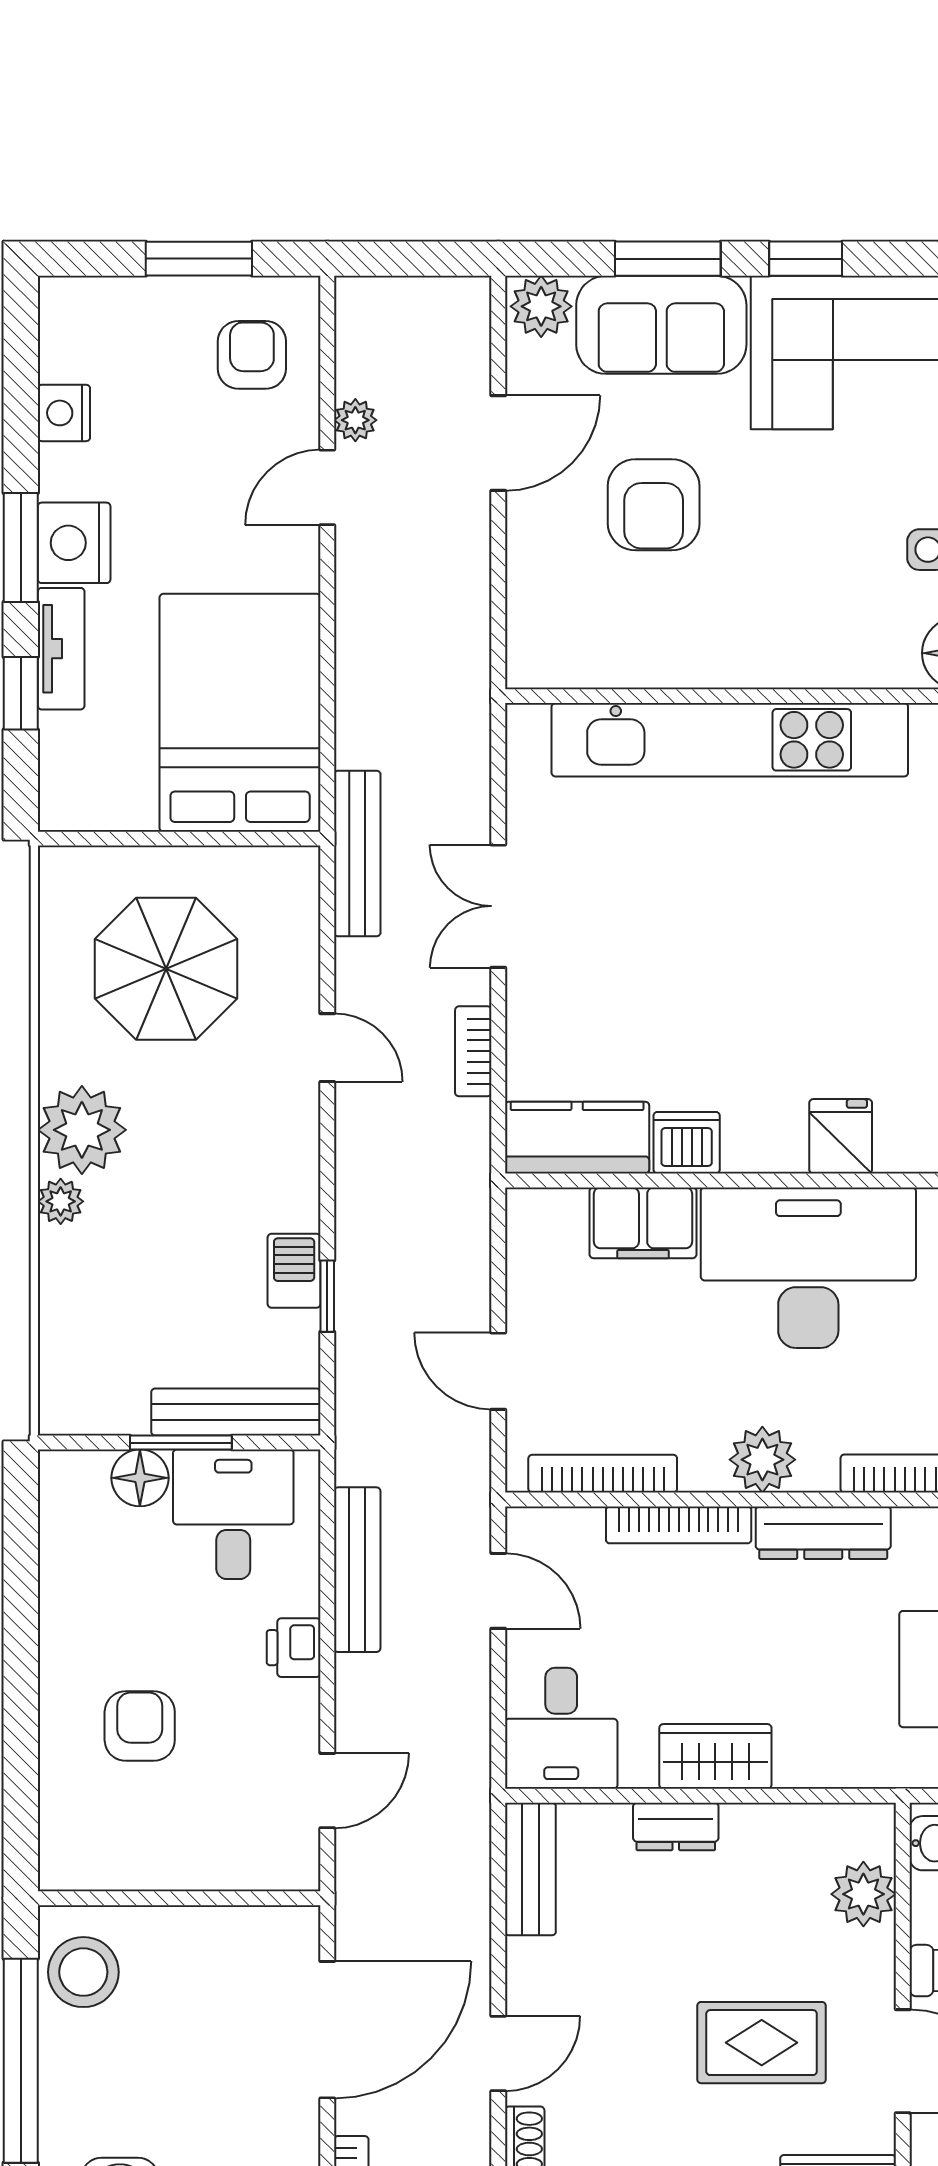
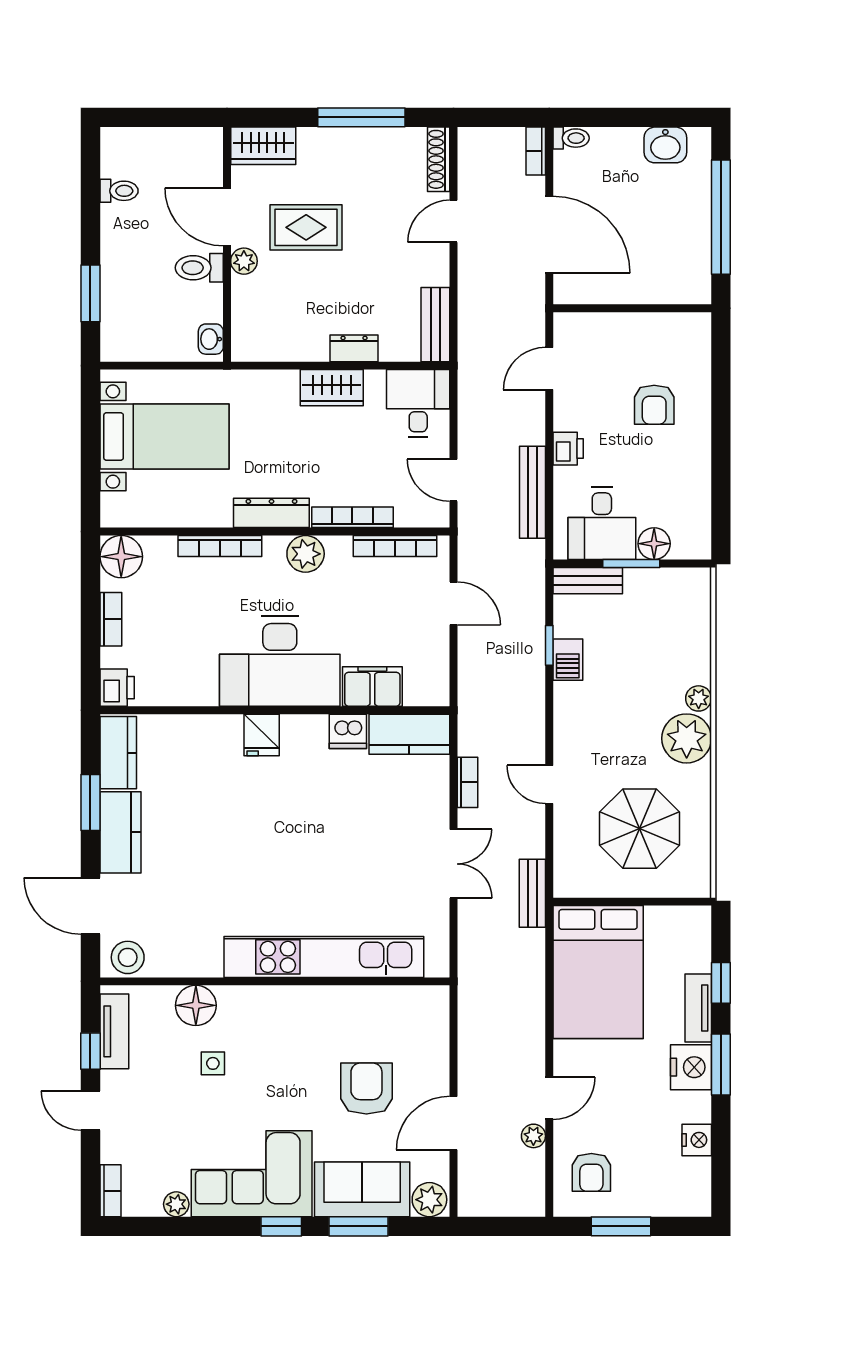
bench: (357, 853) -> (532, 893), width x0.73
bench: (236, 1412) -> (588, 581), width x0.73
plant: (863, 1894) -> (244, 261), moved, width x0.73, depth x0.73
stool: (83, 1972) -> (686, 267), removed
door: (327, 2030) -> (549, 235), swing flipped

